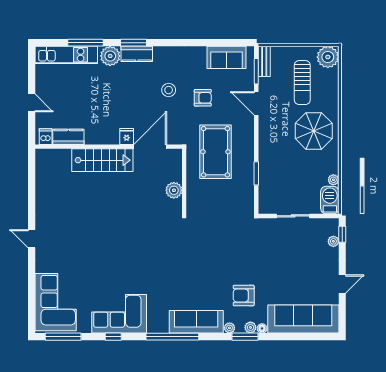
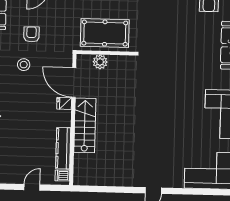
kitchen counter: (68, 137) -> (63, 148), width x1.50
pool table: (215, 152) -> (105, 33), moved
plant: (174, 190) -> (100, 62), moved

